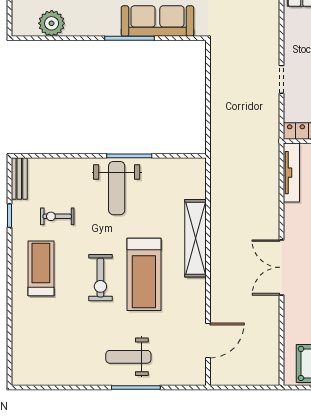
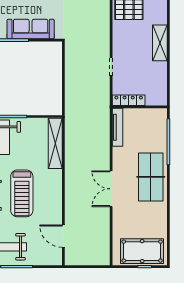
shelving: (196, 238) -> (55, 143), moved
door: (208, 340) -> (63, 236), swing flipped

